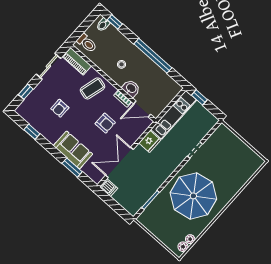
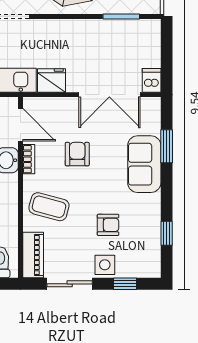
side table: (43, 90) -> (105, 265), added

